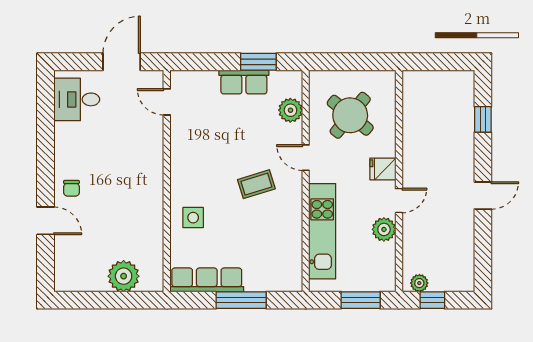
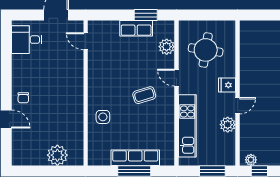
round table: (350, 115) -> (206, 50), turned -30
row of seats: (207, 280) -> (135, 158), moved

